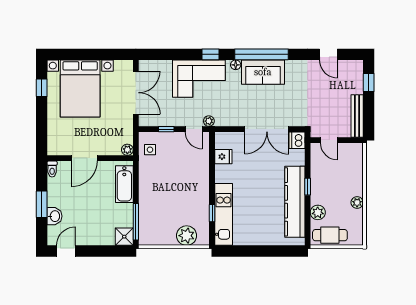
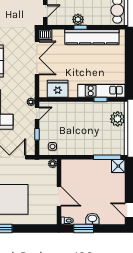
fridge: (223, 157) -> (58, 89), width x1.88, depth x1.34
bathtub: (124, 184) -> (79, 166), removed
window: (42, 204) -> (84, 228), moved
plant: (318, 212) -> (78, 19), moved
washbasin: (55, 216) -> (92, 219), moved

